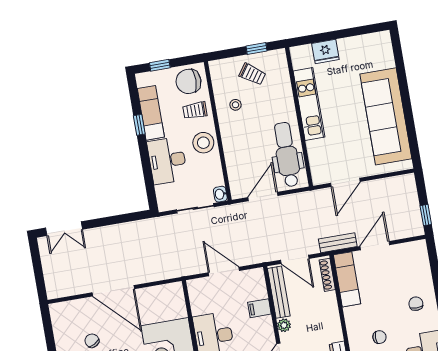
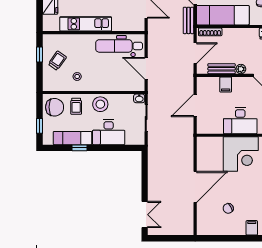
chair: (188, 81) -> (55, 107), turned -90
exam couch: (347, 279) -> (223, 15), width x1.36, depth x1.45
bench: (279, 292) -> (222, 69), width x0.73

